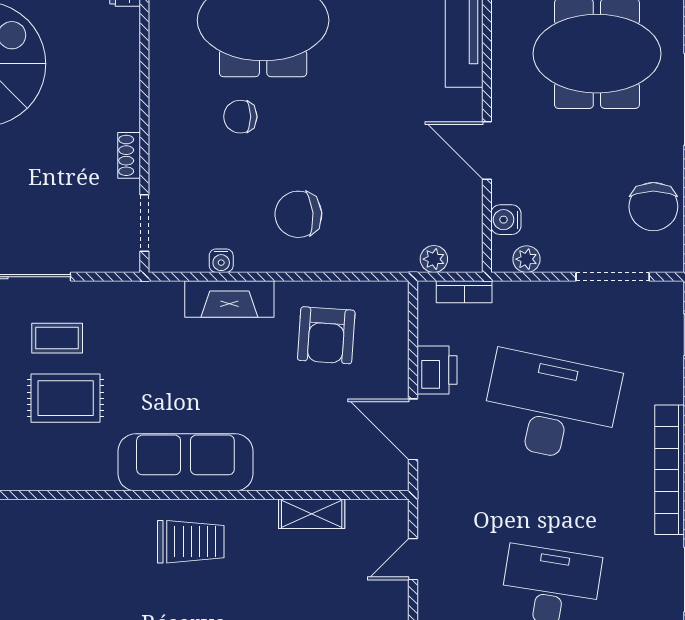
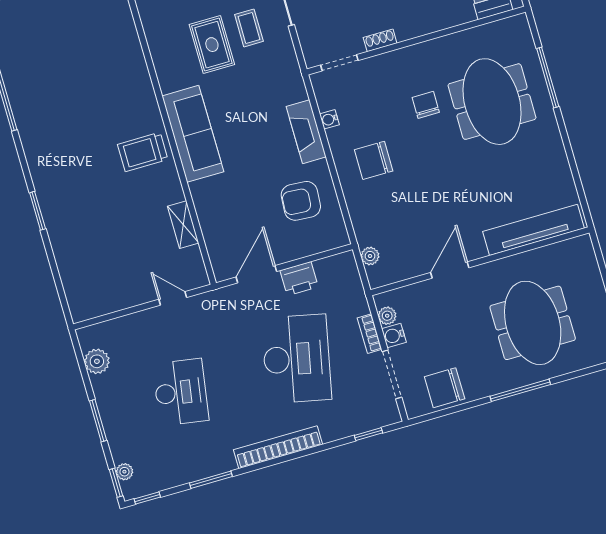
chair: (298, 214) -> (374, 160), turned -85
water cooler: (506, 220) -> (394, 335), moved, turned -90
bookcase: (464, 292) -> (370, 334), moved
trolley: (191, 542) -> (143, 152), turned 90

